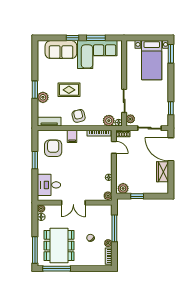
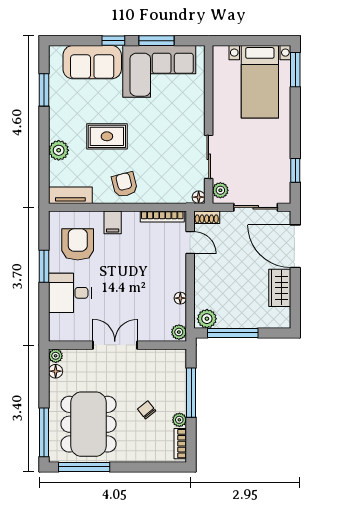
window: (35, 90) -> (44, 90), moved
plant: (109, 121) -> (180, 193), removed
desk: (49, 185) -> (70, 293), moved
window: (137, 196) -> (233, 333), width x2.17
double door: (73, 203) -> (115, 345), swing flipped

